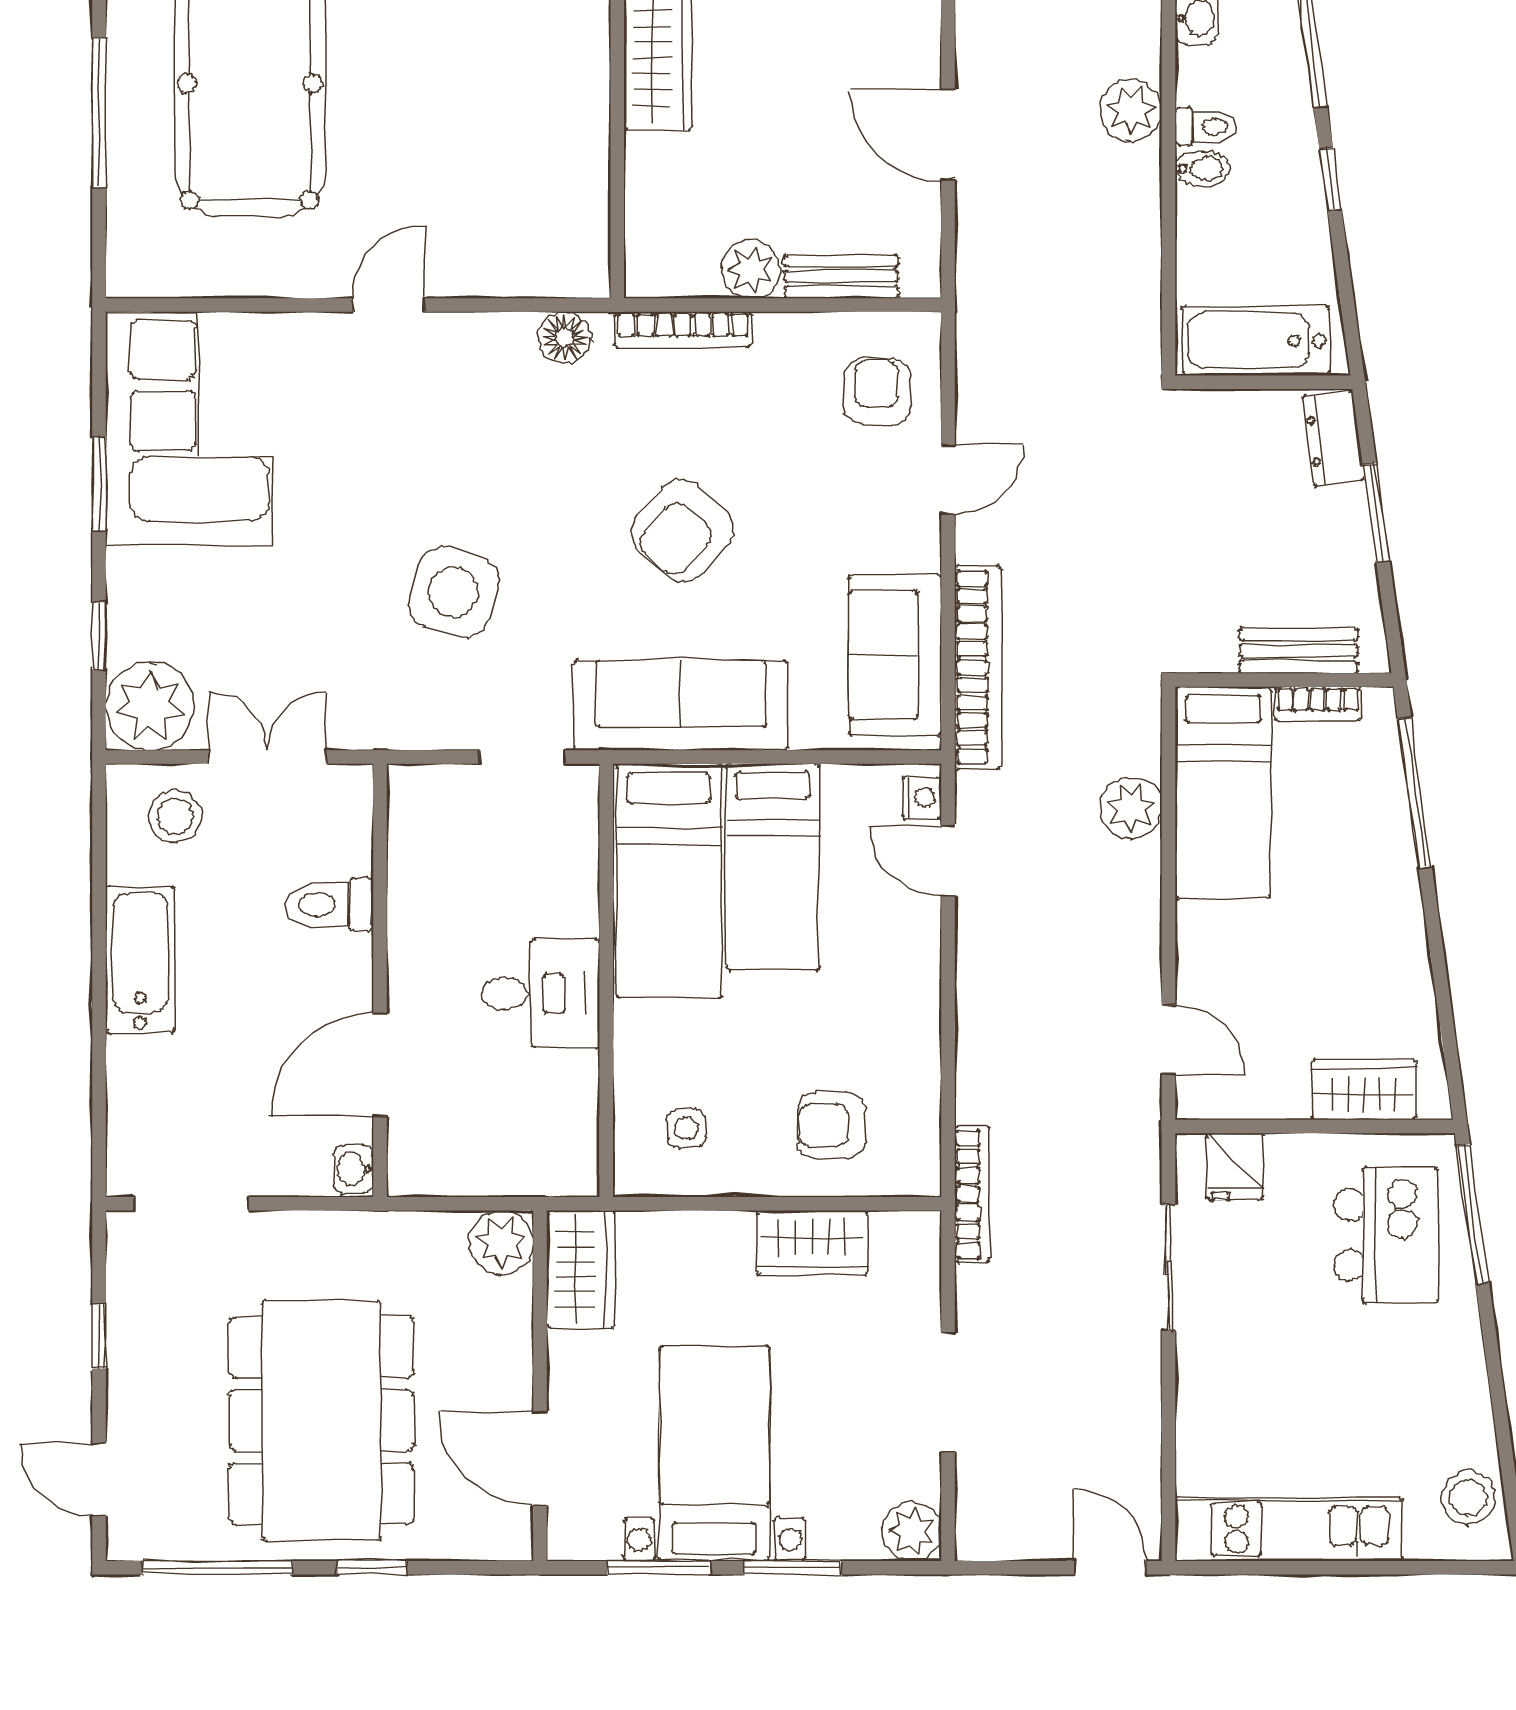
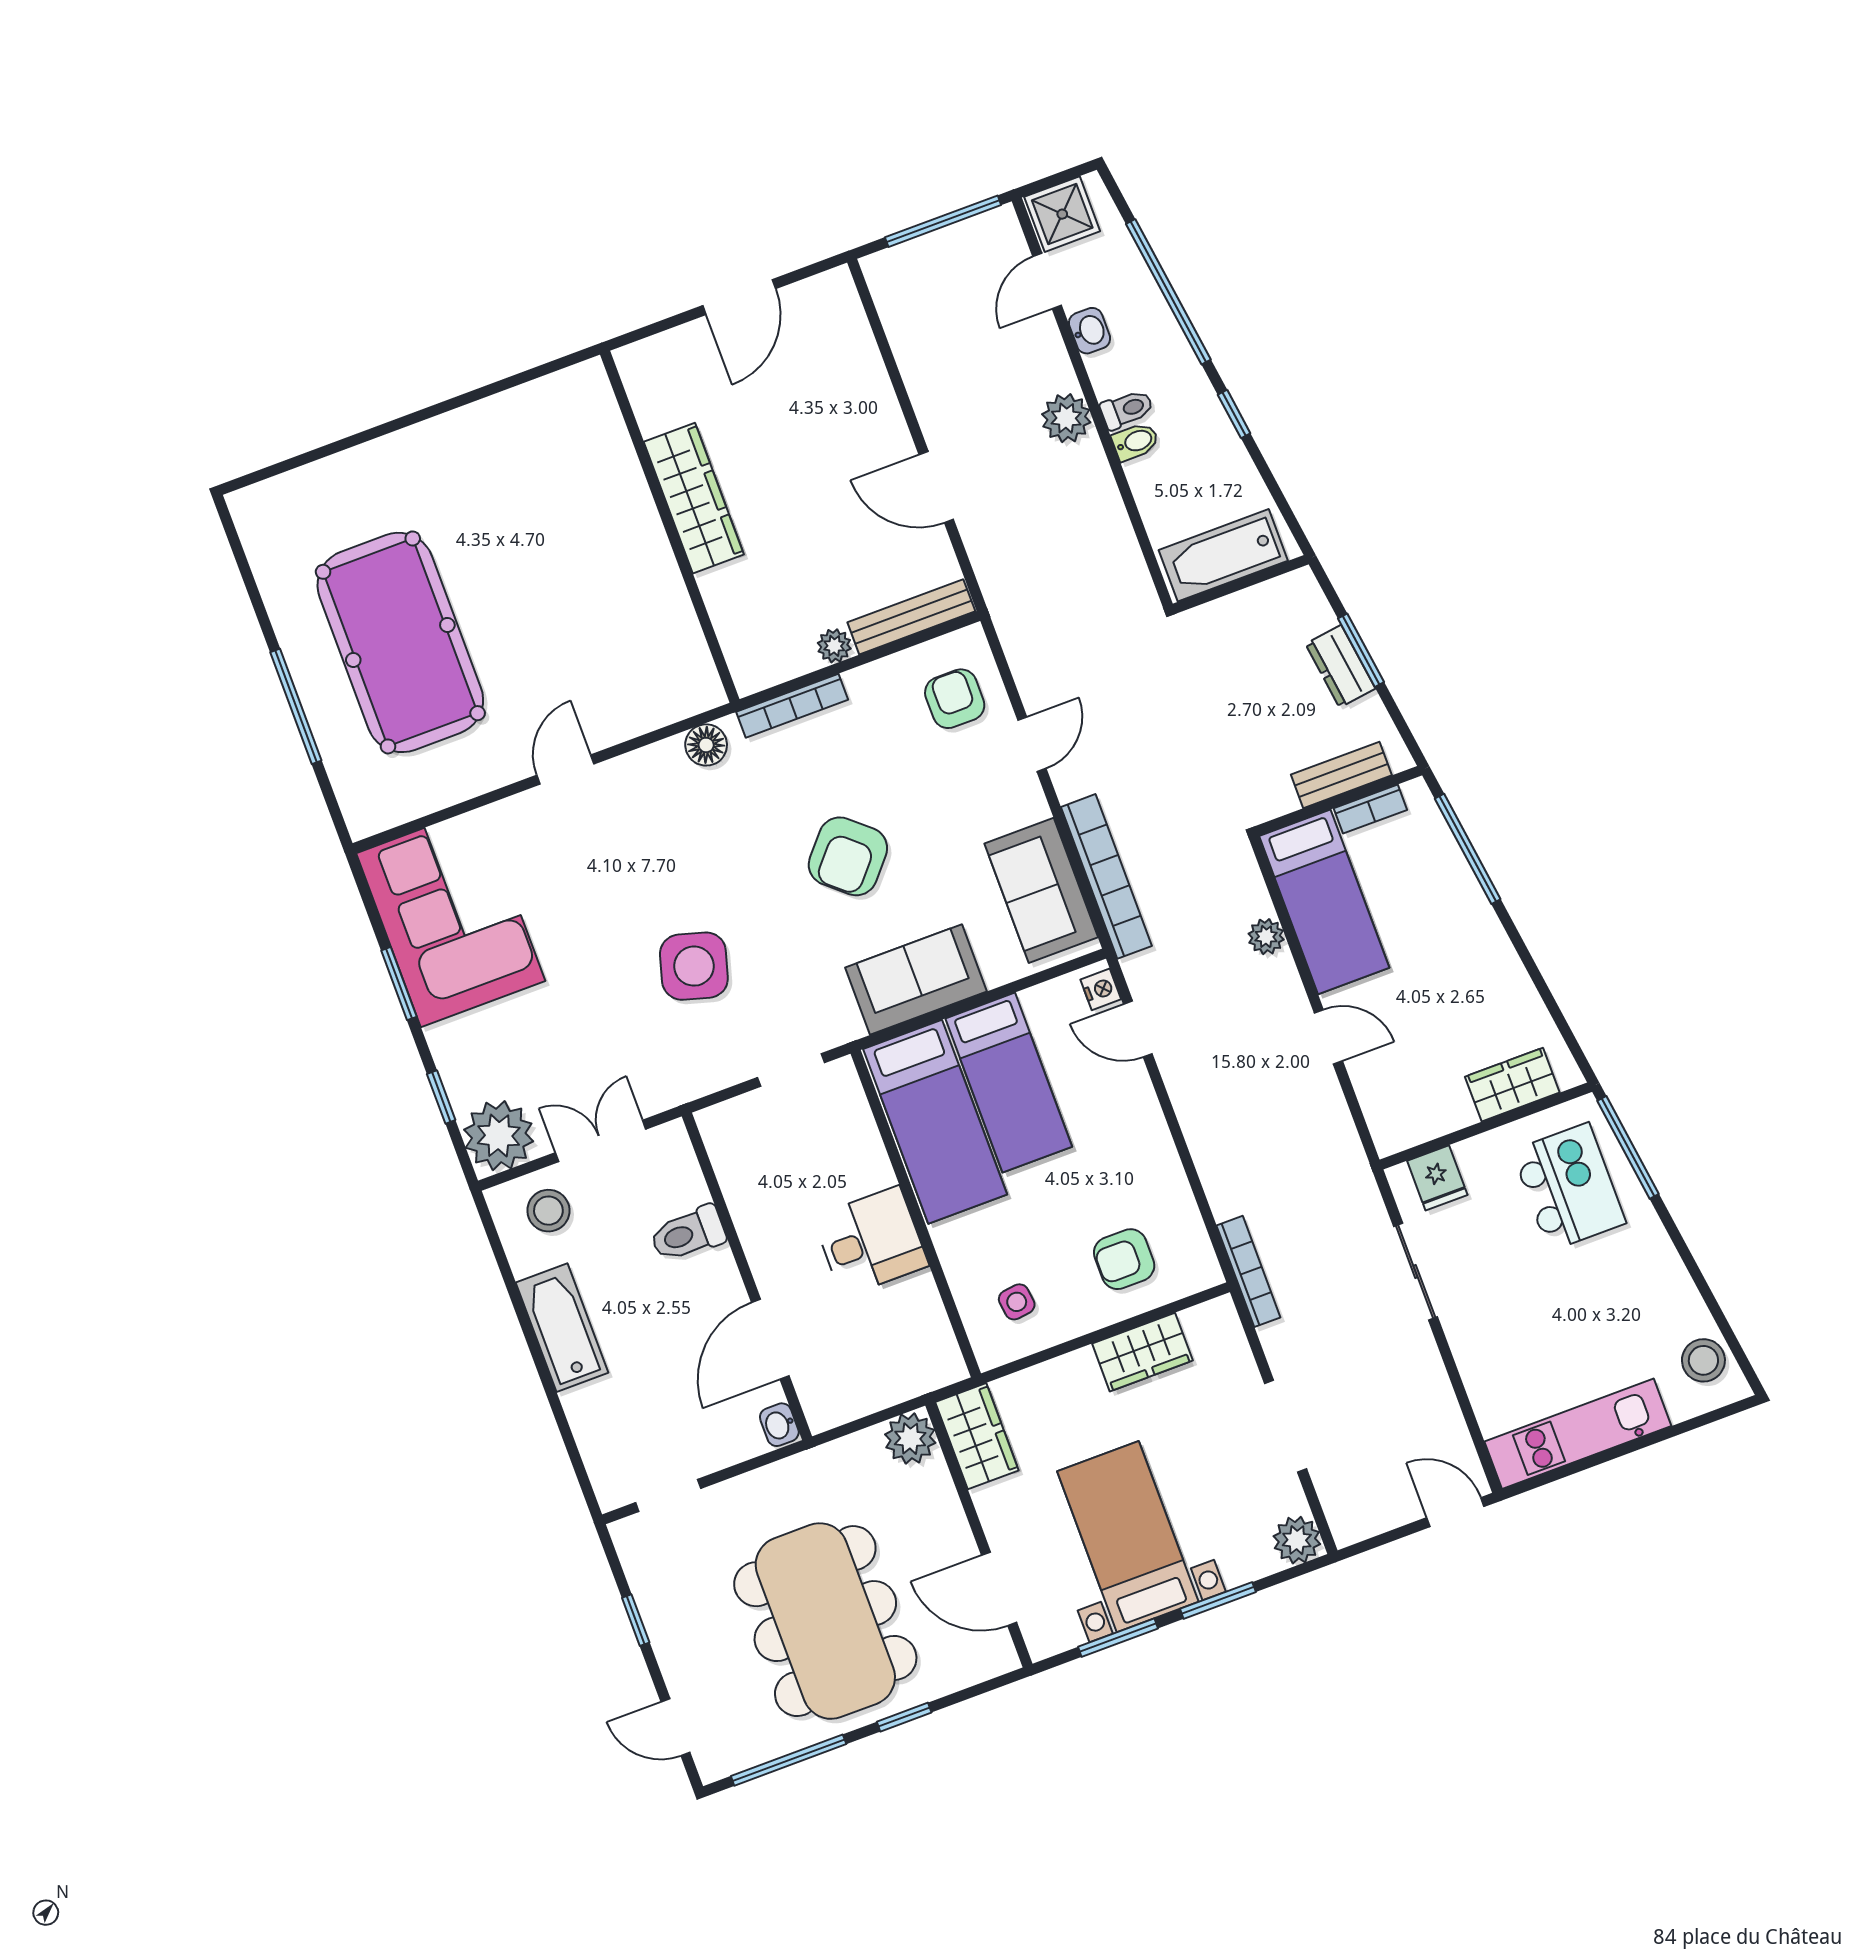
plant: (751, 269) -> (834, 646), width x0.73, depth x0.73
bench: (841, 277) -> (911, 617), width x1.36
dresser: (1333, 438) -> (1340, 666), moved
sofa: (681, 705) -> (916, 980), width x0.73
plant: (1131, 808) -> (1266, 937), width x0.73, depth x0.73
door: (1169, 1039) -> (1328, 1037), moved
doorway: (191, 1204) -> (668, 1496), width x0.73

